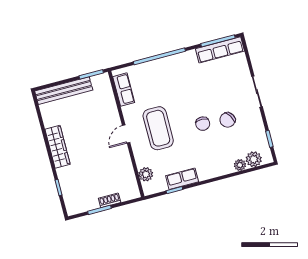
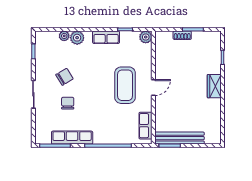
row of seats: (220, 50) -> (72, 138), moved
bench: (64, 91) -> (179, 138), moved
chair: (203, 124) -> (68, 103), moved
wardrobe: (58, 147) -> (214, 86), width x0.67
plant: (254, 159) -> (77, 38), moved
plant: (146, 174) -> (146, 37), moved
row of seats: (182, 179) -> (106, 37), moved

